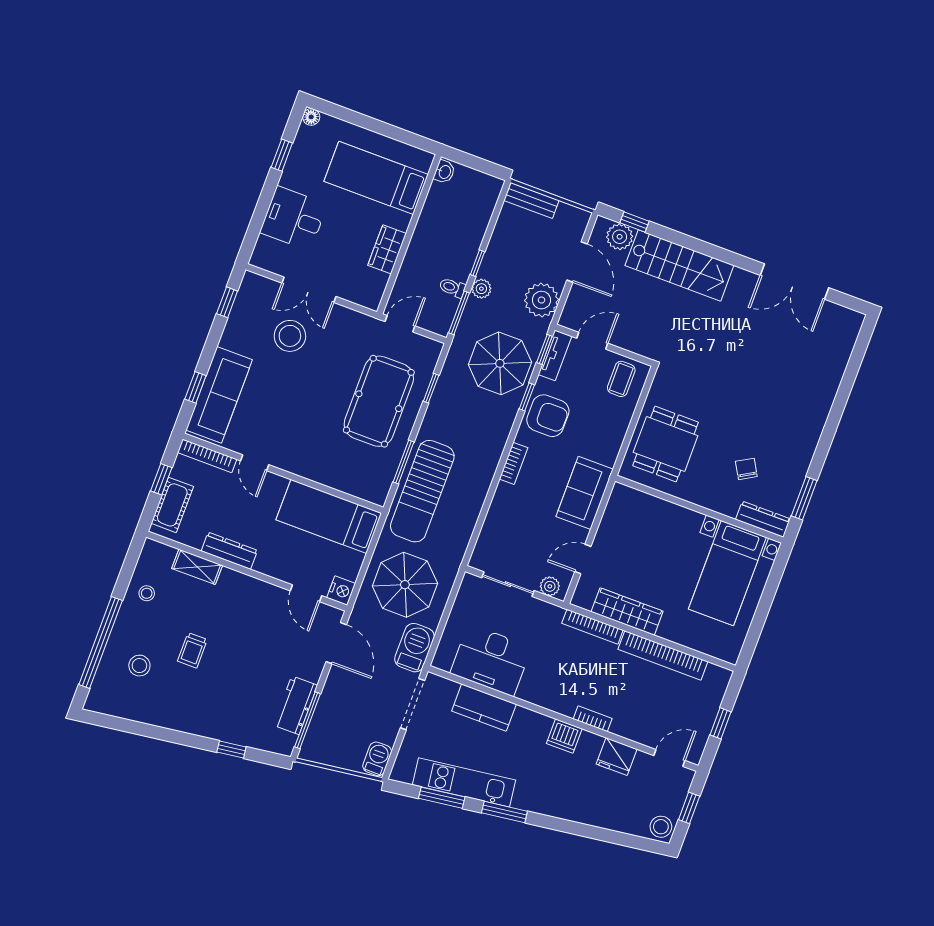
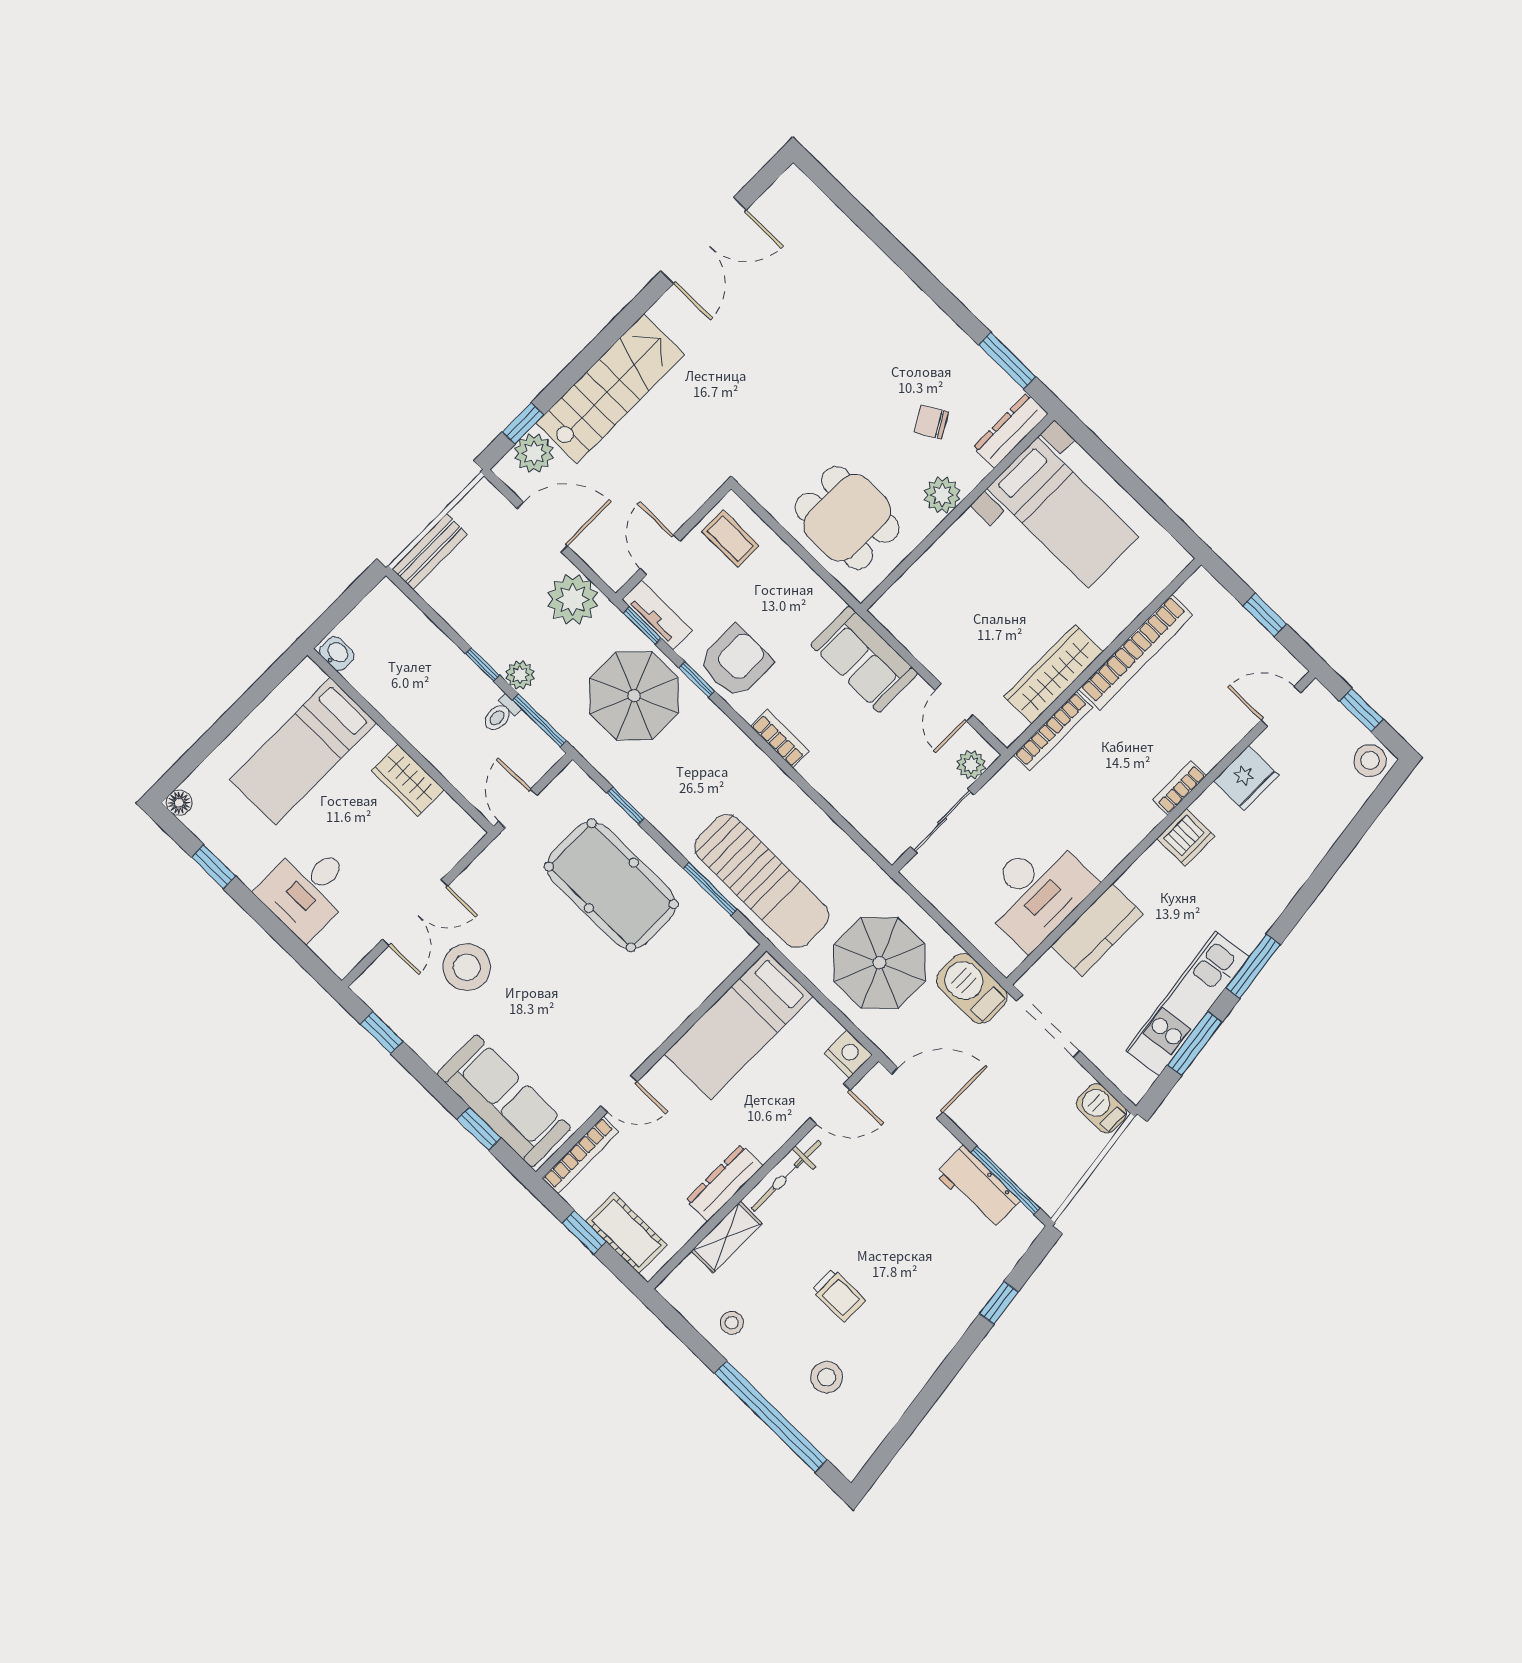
plant: (705, 495) -> (942, 495), added
bicycle: (250, 586) -> (786, 1176), added
door: (669, 758) -> (1281, 706), hinge flipped

